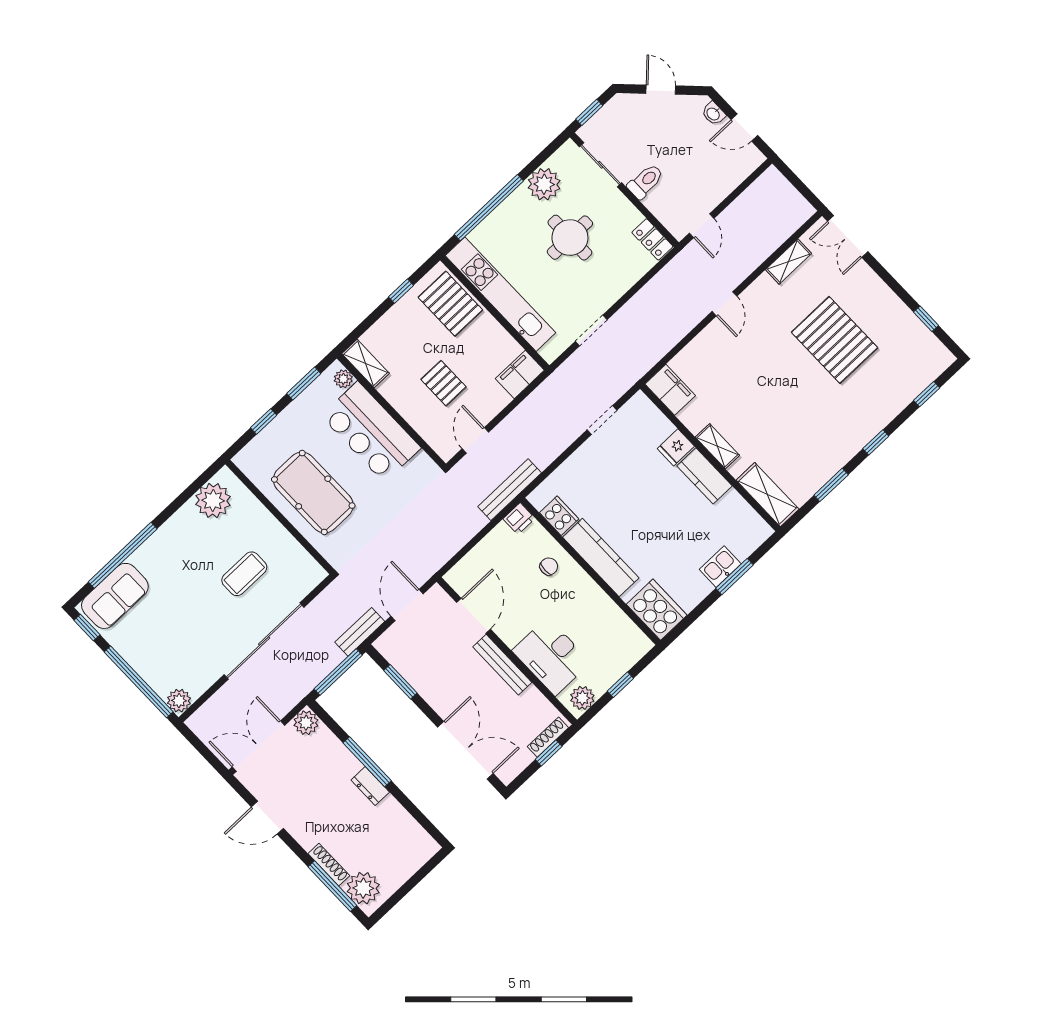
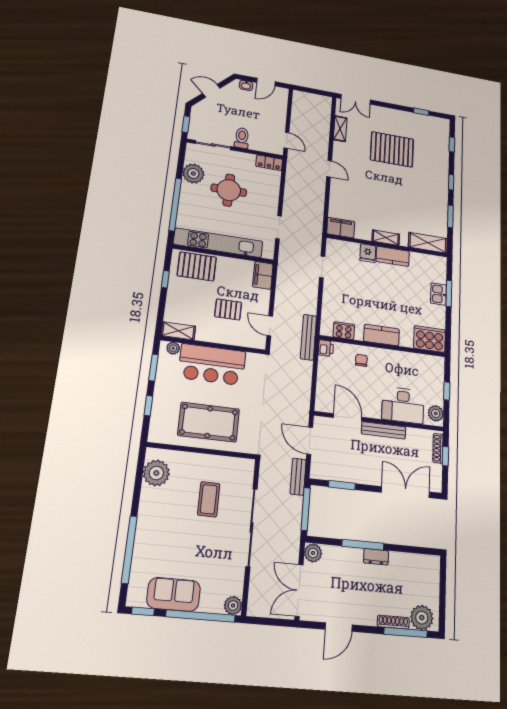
kitchen counter: (601, 557) -> (381, 335), width x0.67
sofa: (115, 596) -> (174, 594), moved, turned -90

